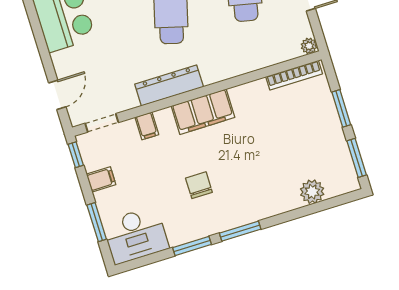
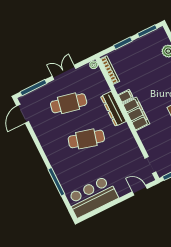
dresser: (169, 85) -> (113, 109), moved
filing cabinet: (147, 126) -> (126, 96), moved

